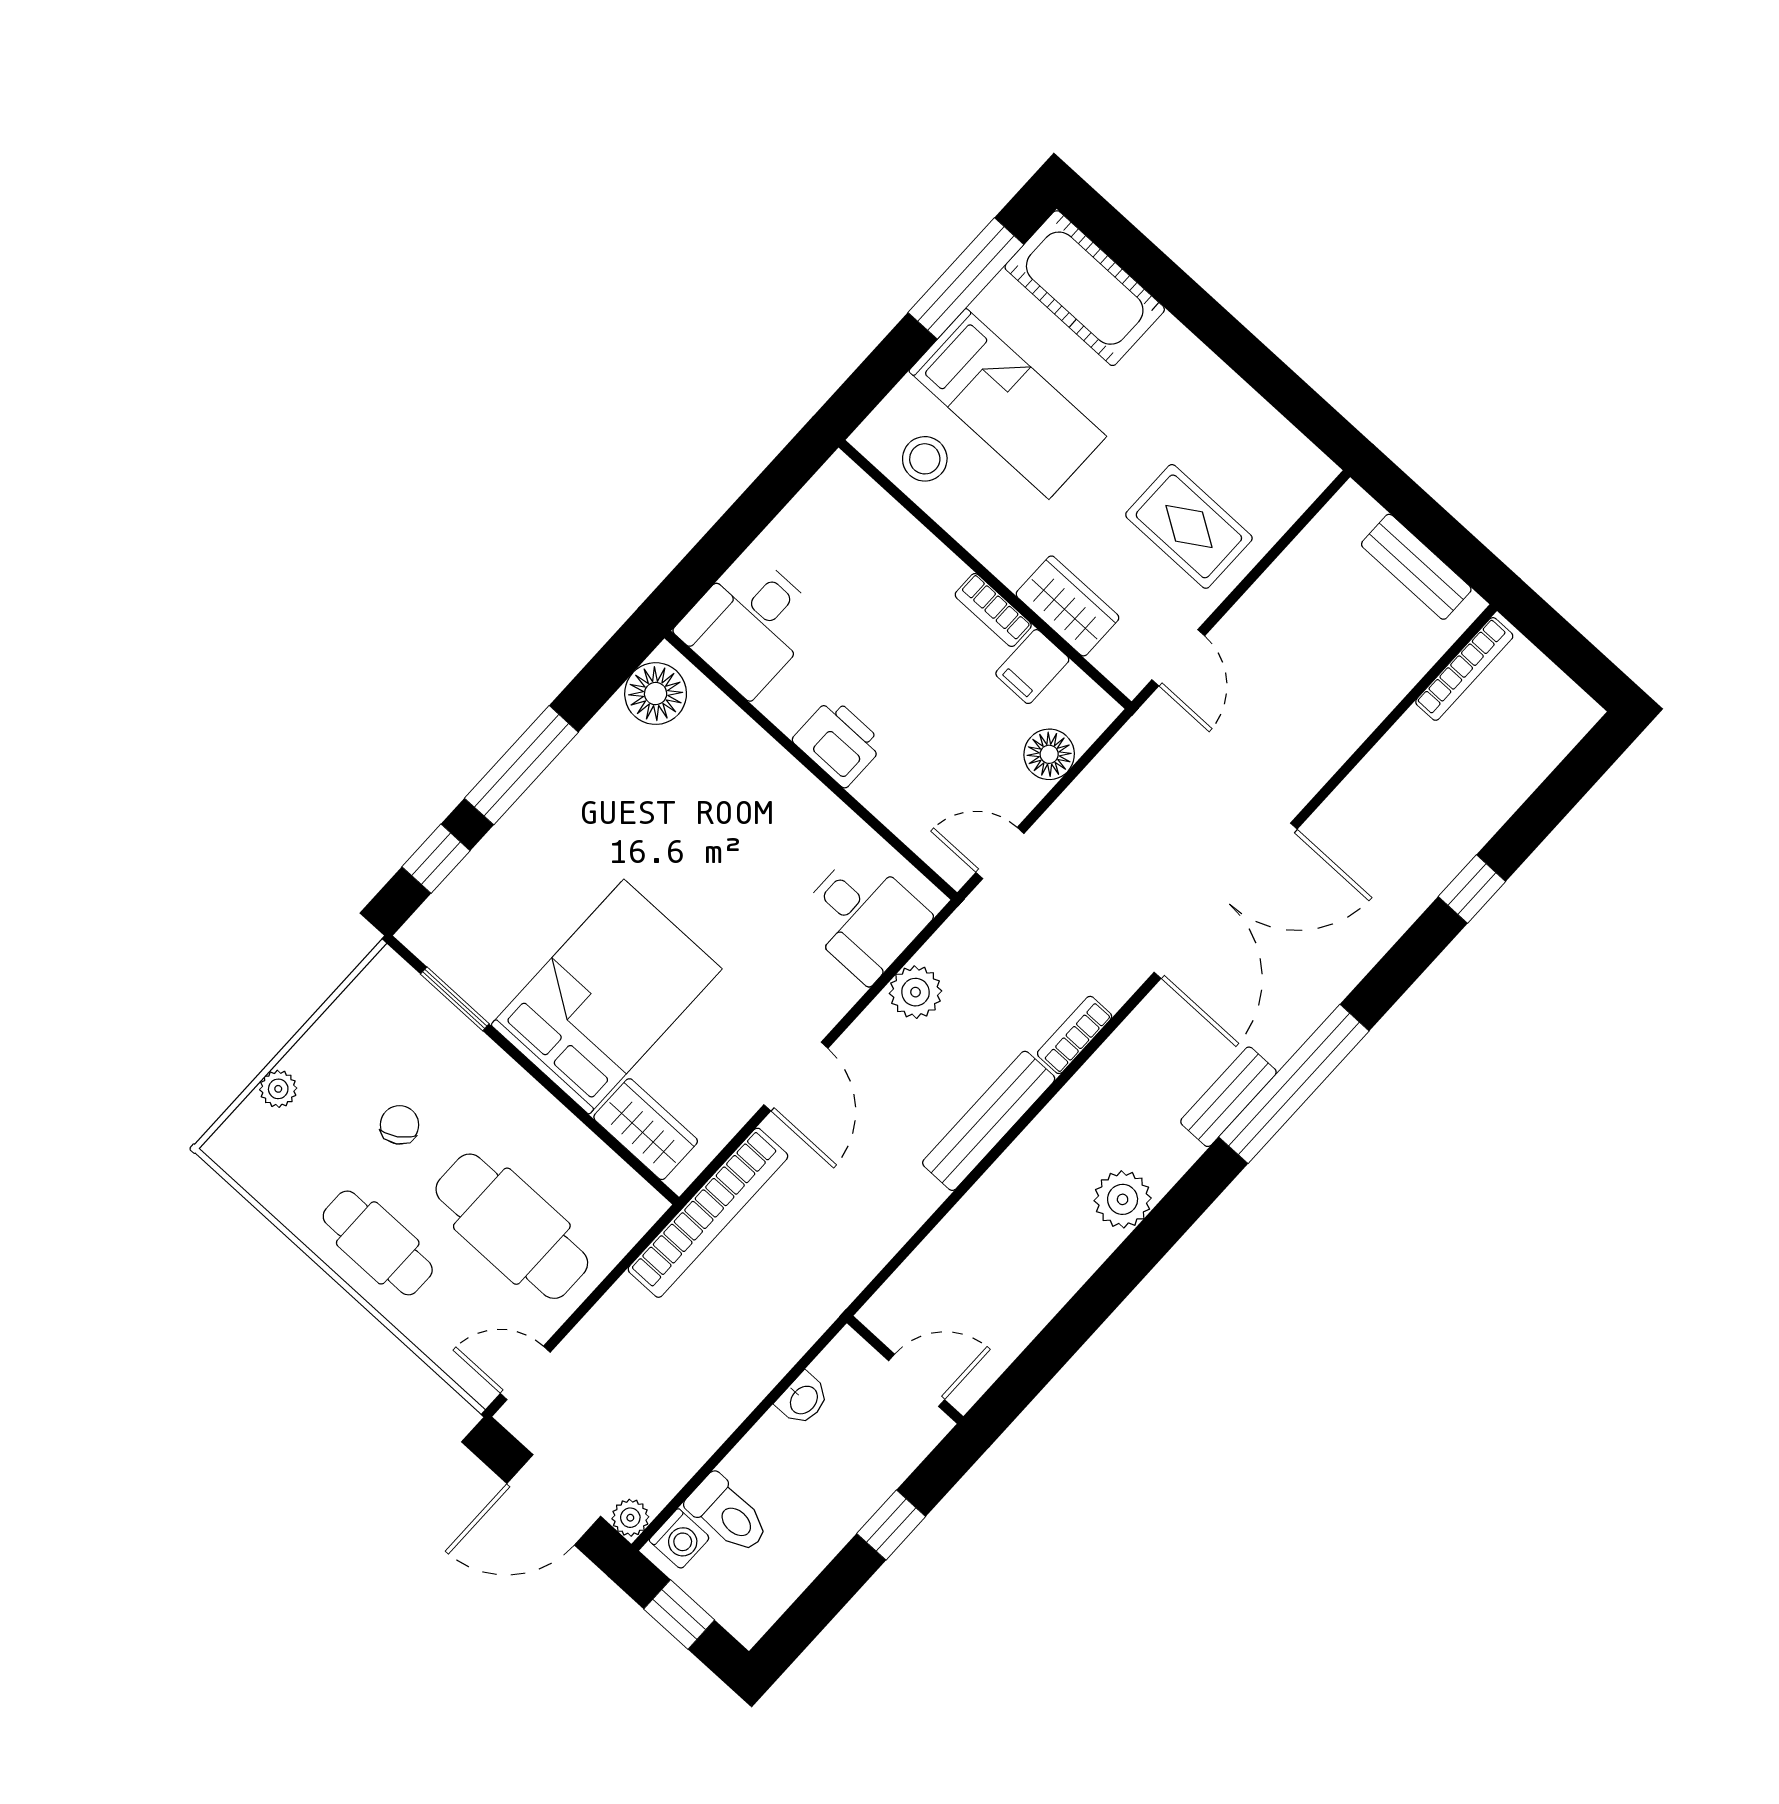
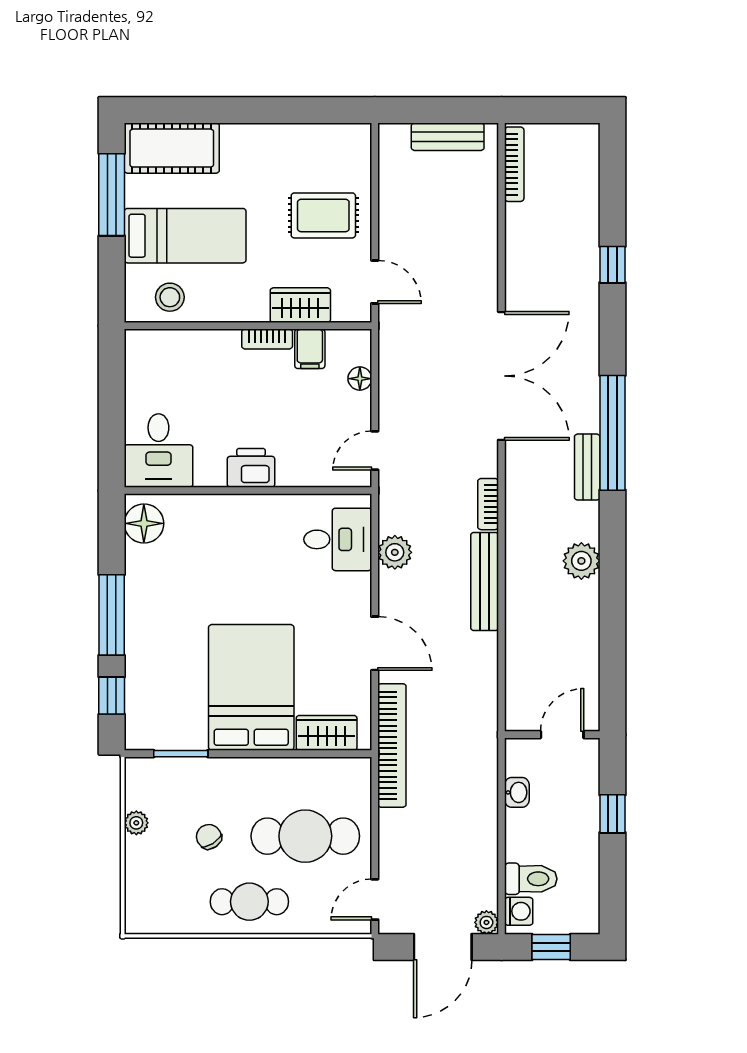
floor lamp: (1049, 754) -> (360, 379), width x0.73, depth x0.73
plant: (278, 1089) -> (136, 823), moved

